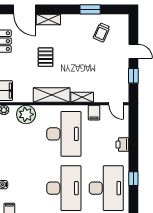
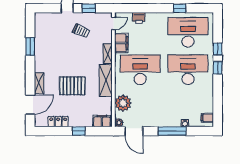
trolley: (102, 32) -> (81, 31), moved
pallet: (46, 57) -> (72, 86), width x1.50, depth x1.42
filing cabinet: (94, 113) -> (121, 43), width x2.00
printer: (122, 145) -> (139, 18), moved

